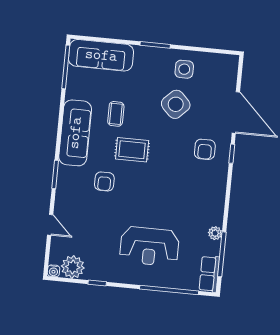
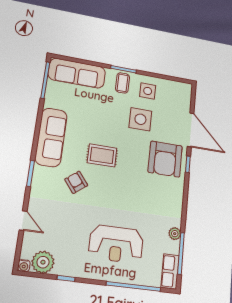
side table: (176, 104) -> (140, 119), turned 45
coffee table: (116, 114) -> (123, 83), moved
armchair: (205, 149) -> (165, 159), width x1.88, depth x1.88
armchair: (104, 181) -> (76, 182), turned 142

